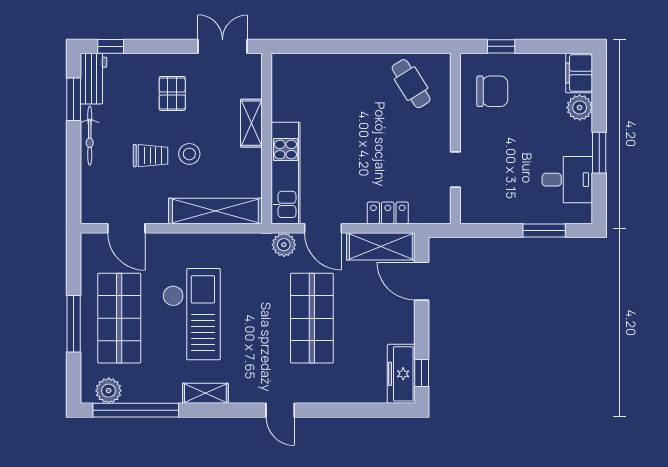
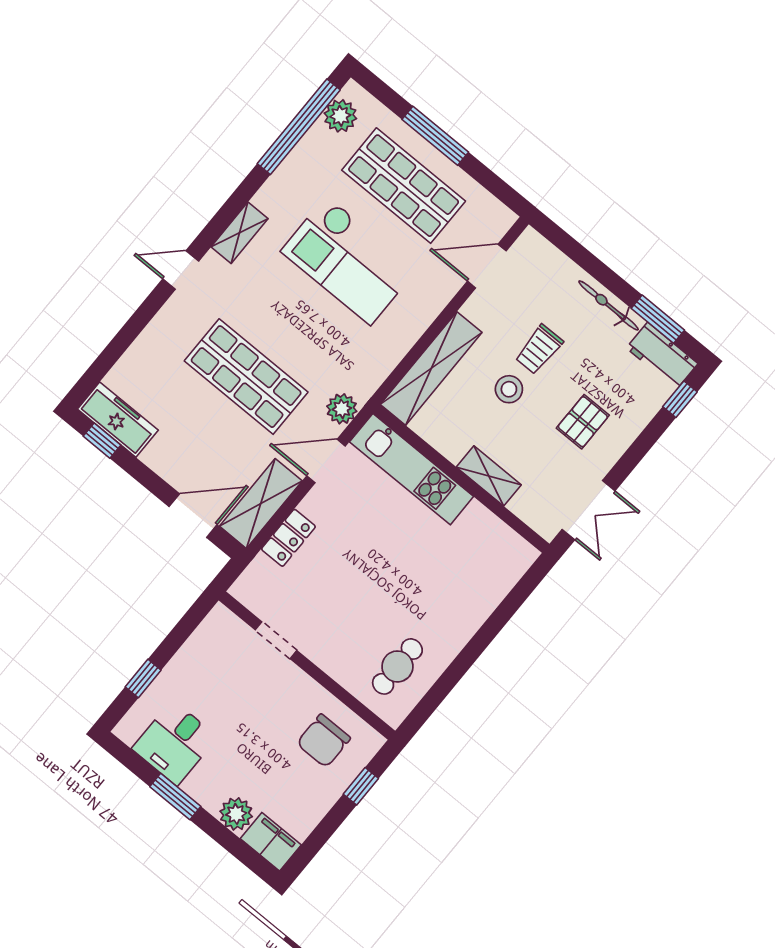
cafe table: (411, 84) -> (397, 666), turned -58
pallet: (172, 93) -> (583, 422), turned 90
window: (544, 231) -> (143, 678), width x0.67
shelving: (205, 393) -> (240, 233), moved

